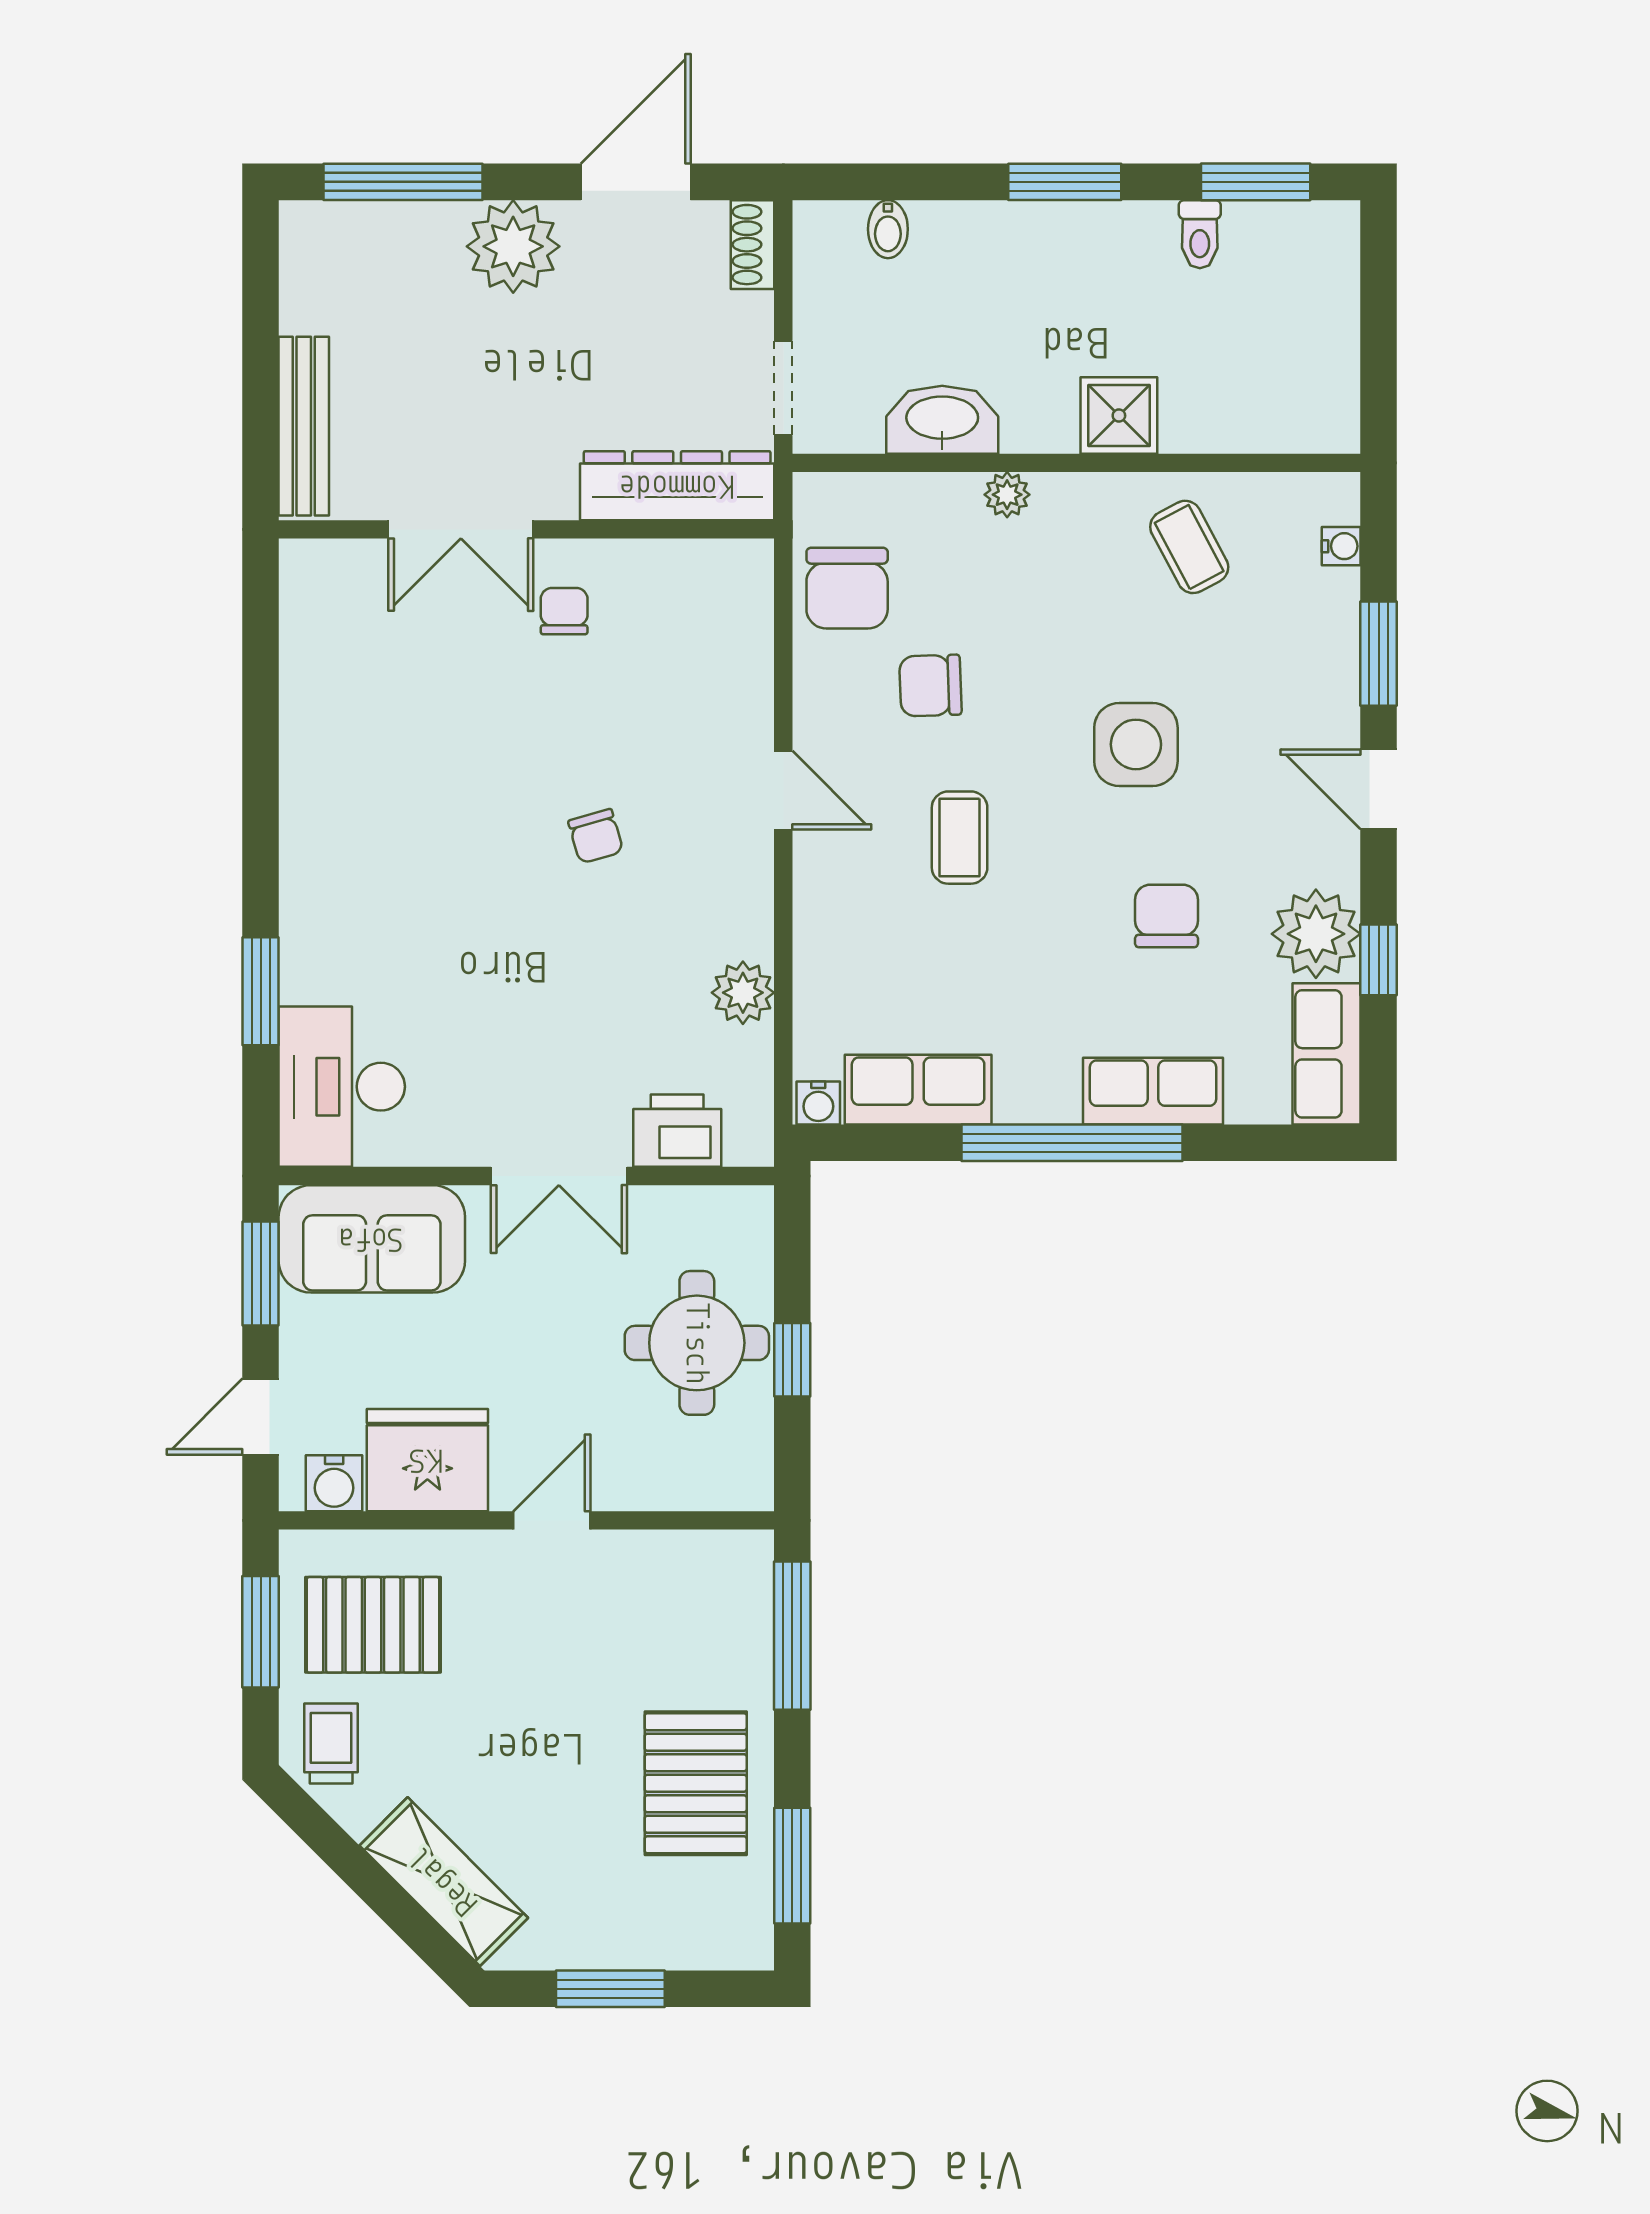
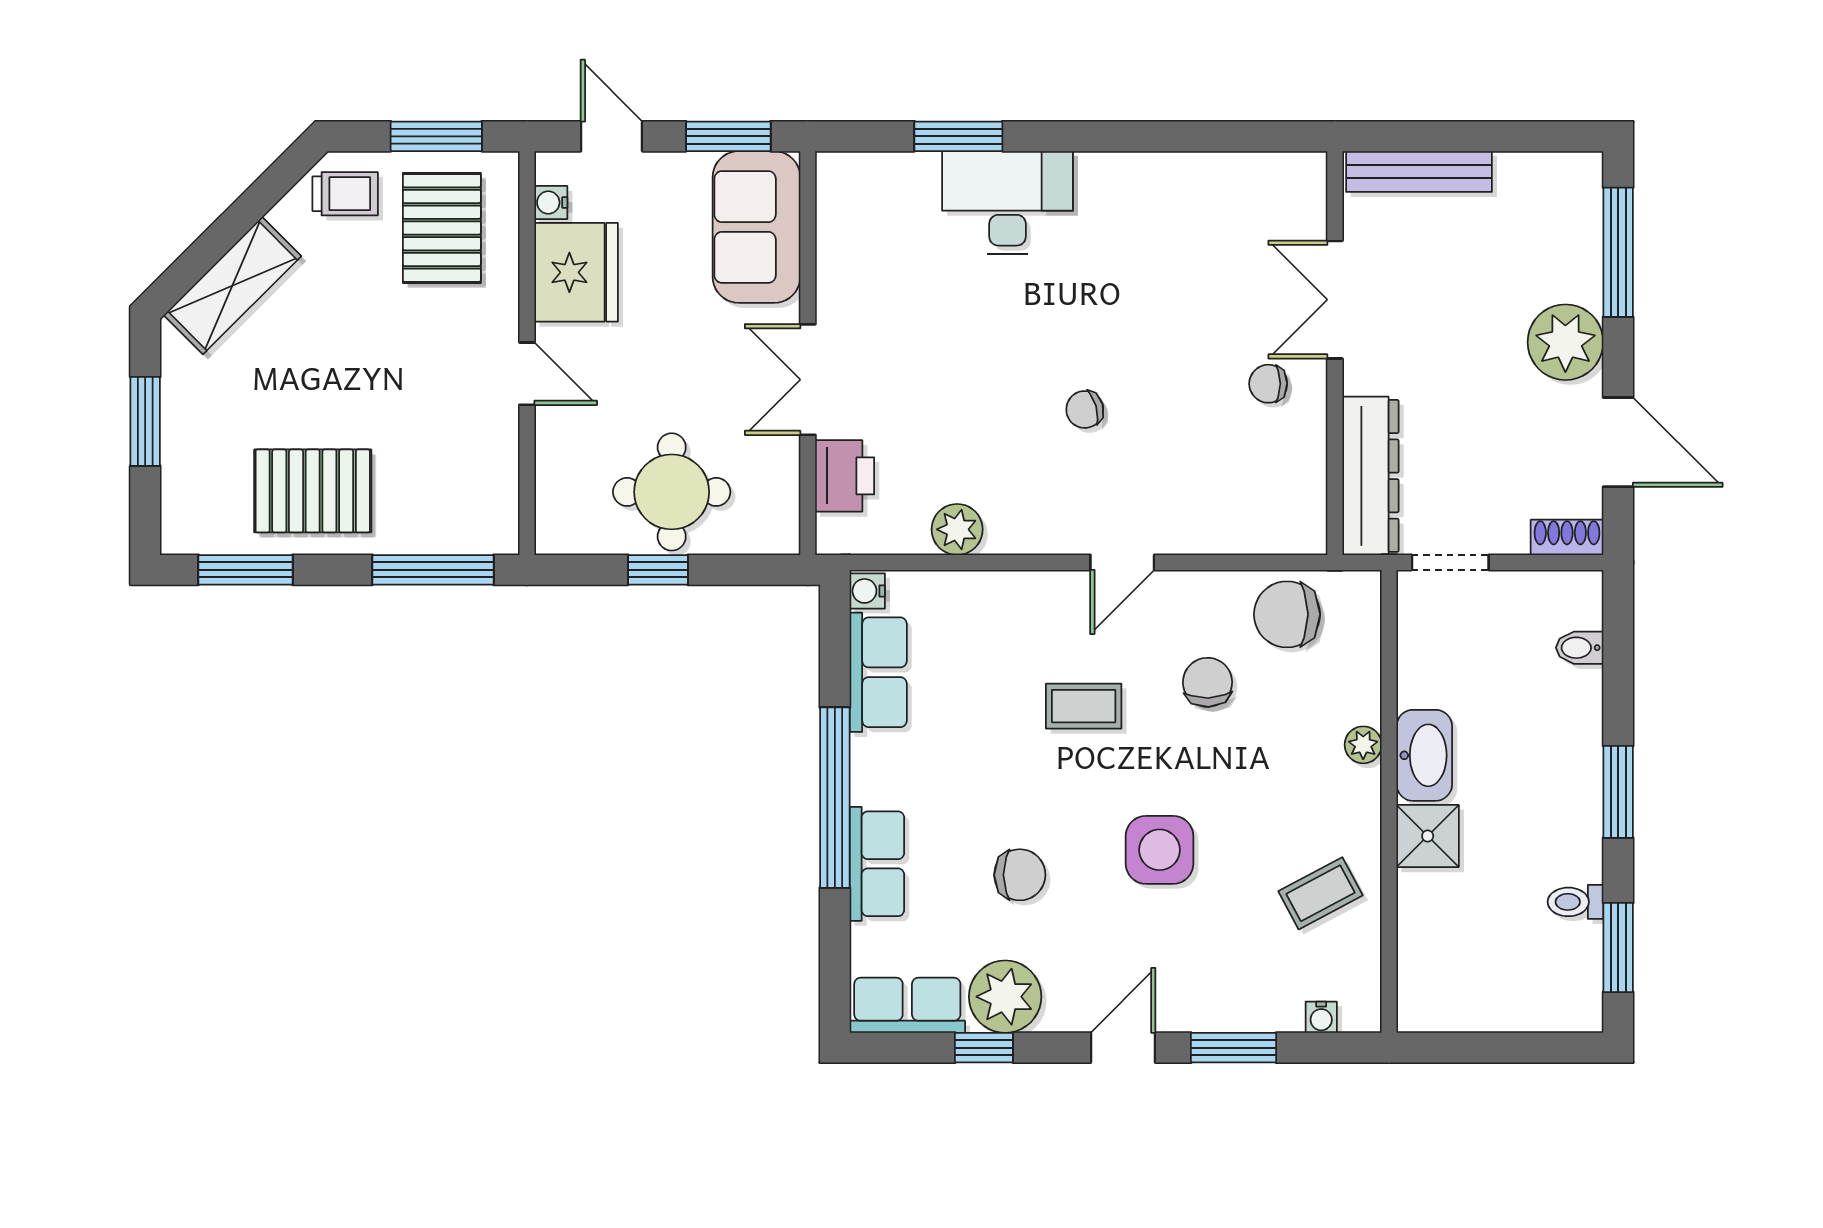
washbasin: (942, 420) -> (1424, 755), moved
chair: (564, 611) -> (1268, 384), turned 180
desk: (342, 1087) -> (1008, 202), moved
water cooler: (334, 1483) -> (551, 202), width x0.72, depth x0.72

